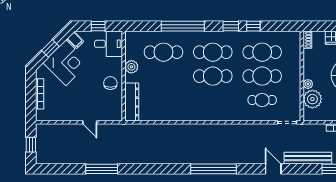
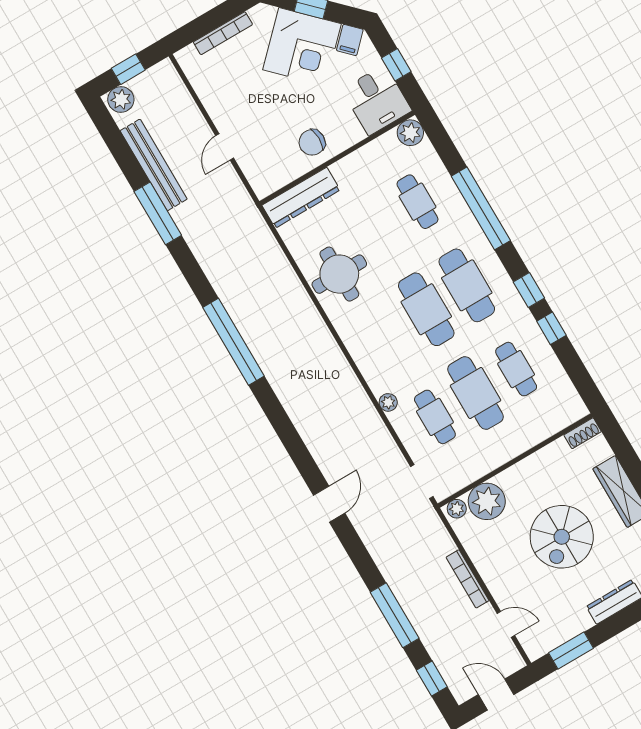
cafe table: (163, 52) -> (417, 202), width x0.73, depth x0.74
cafe table: (262, 52) -> (516, 369), width x0.73, depth x0.74
plant: (131, 67) -> (410, 133), moved
chair: (110, 83) -> (312, 142), turned 180
plant: (308, 84) -> (457, 509), moved
round table: (175, 105) -> (339, 274), added
plant: (244, 117) -> (388, 402), added
plant: (42, 156) -> (121, 99), added
bench: (308, 158) -> (154, 165), moved
window: (214, 169) -> (233, 342), moved

